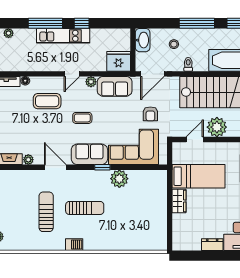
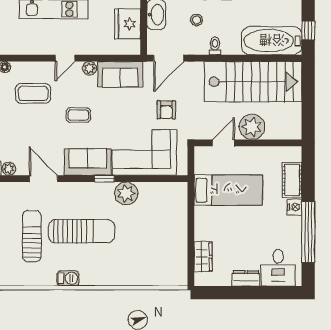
fridge: (119, 61) -> (128, 24), moved, turned -90
wardrobe: (179, 201) -> (203, 257), moved
sun lounger: (85, 208) -> (82, 231), width x1.36, depth x1.34

